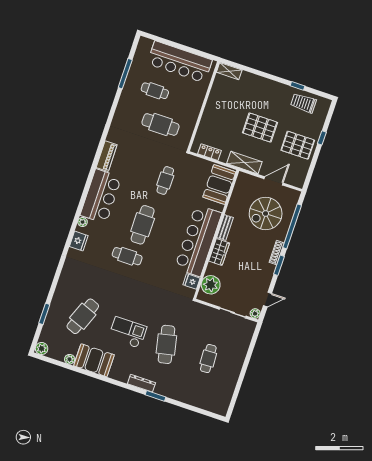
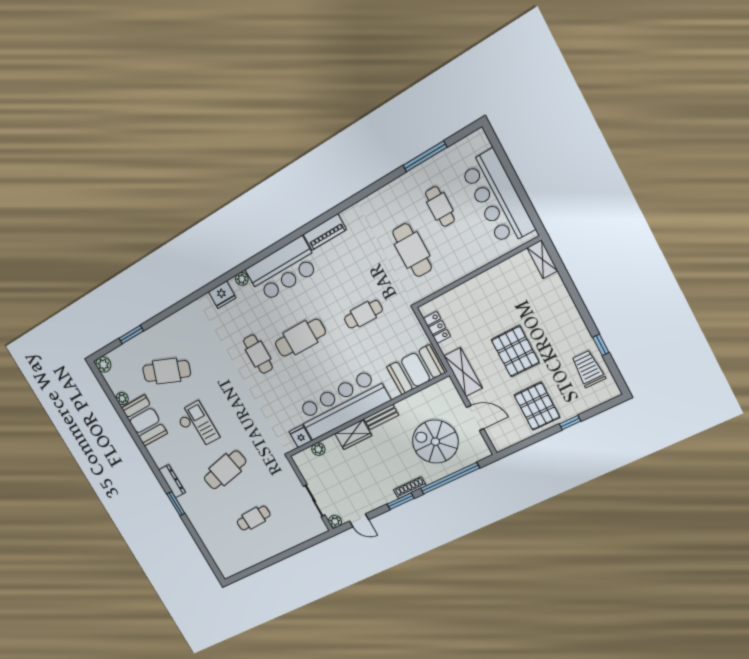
plant: (211, 285) -> (318, 449), width x0.53, depth x0.53

